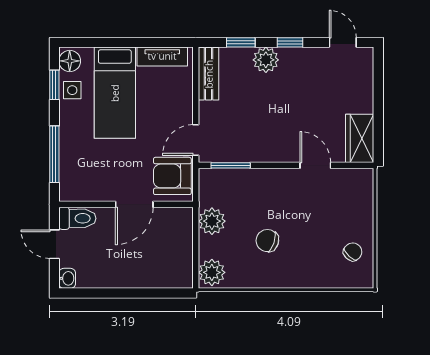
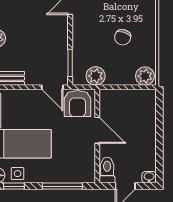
plant: (212, 221) -> (96, 76), moved

